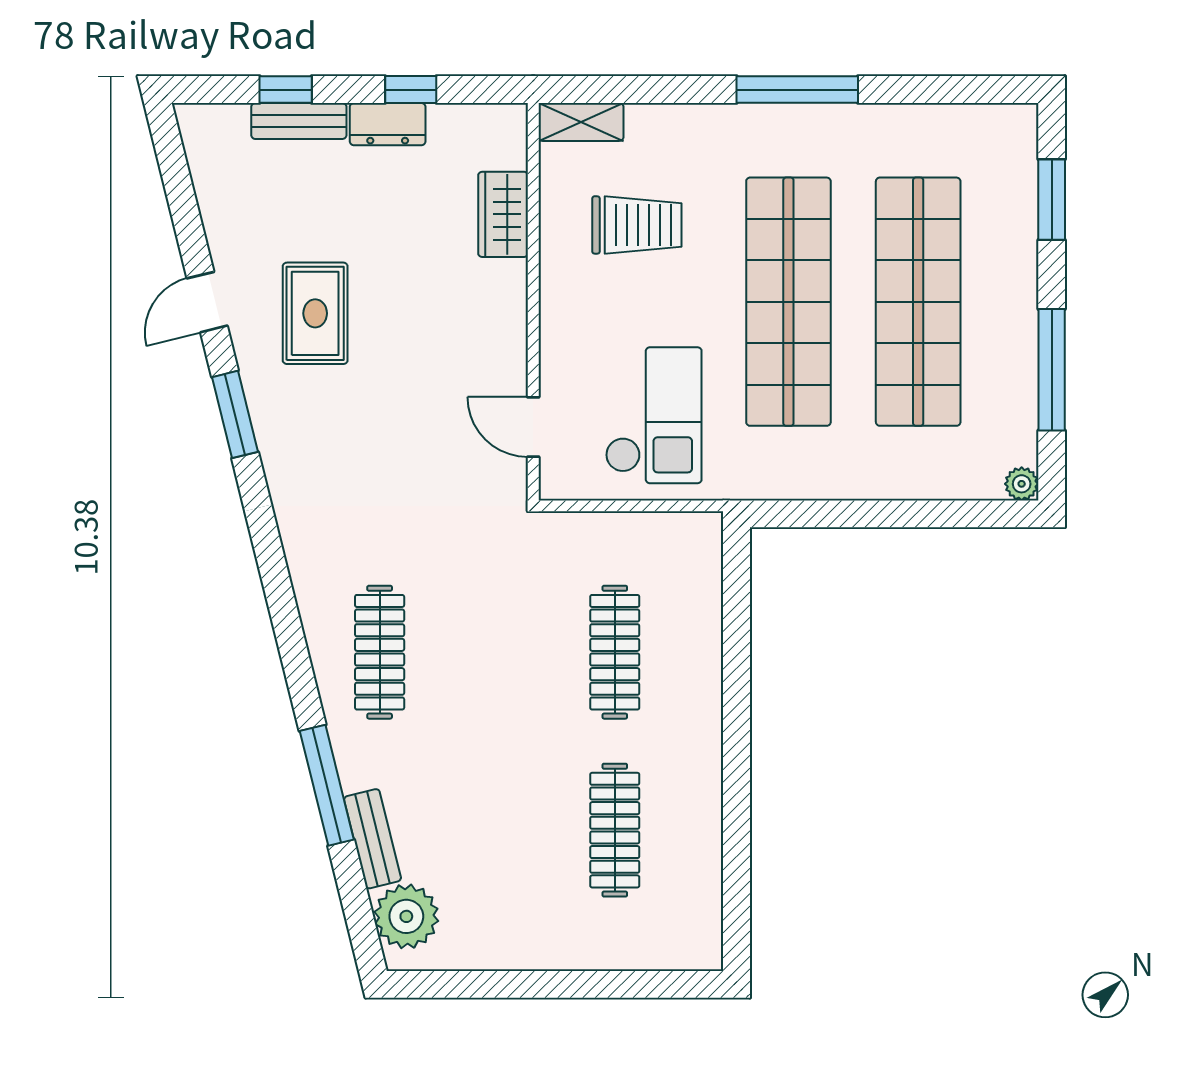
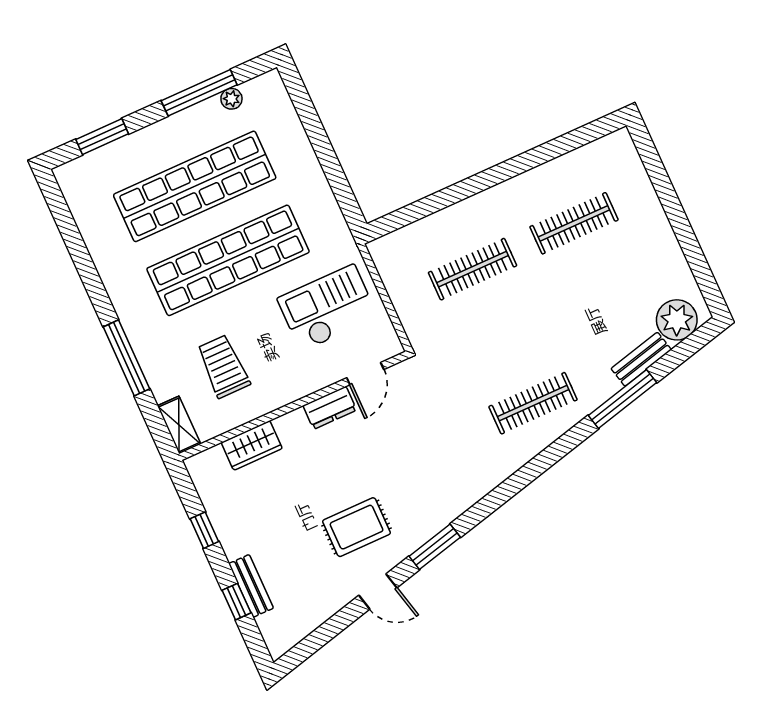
window: (797, 90) -> (126, 358), moved
dresser: (388, 124) -> (330, 408), moved, turned 90
plant: (1022, 484) -> (231, 99), moved

